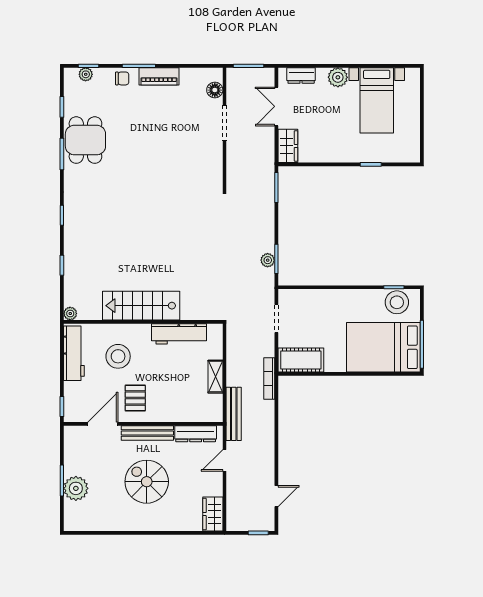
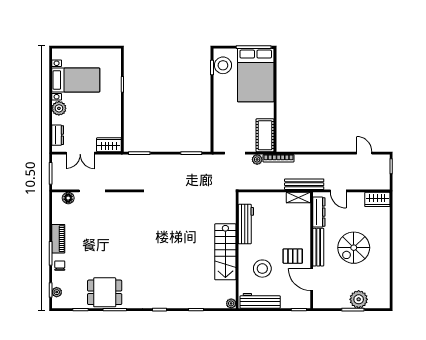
plant: (268, 260) -> (257, 159), moved
shelving: (215, 377) -> (298, 198), moved

